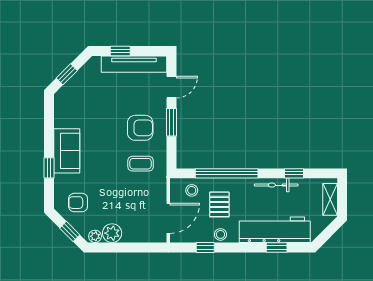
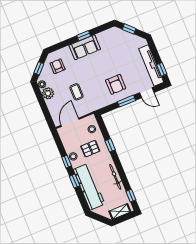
window: (120, 51) -> (162, 69), moved
coffee table: (141, 164) -> (76, 92), moved
window: (49, 168) -> (84, 36), moved
window: (227, 173) -> (110, 145), width x0.32
window: (294, 173) -> (131, 196), moved
door: (168, 218) -> (70, 122), swing flipped
window: (205, 247) -> (67, 162), moved
window: (277, 247) -> (75, 181), moved

